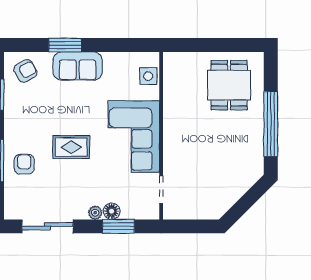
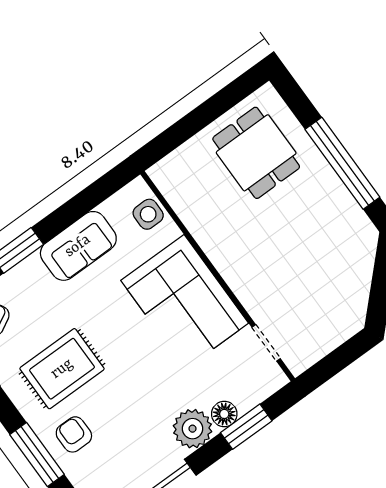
sofa: (78, 66) -> (78, 246), moved
rug: (71, 147) -> (62, 369), moved, width x1.36, depth x1.43
plant: (95, 213) -> (192, 429), width x1.87, depth x1.87

